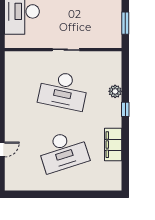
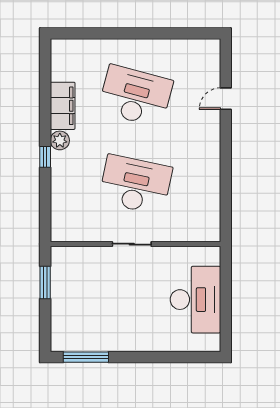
plant: (115, 91) -> (60, 140), moved
desk: (63, 151) -> (135, 96), turned 33

